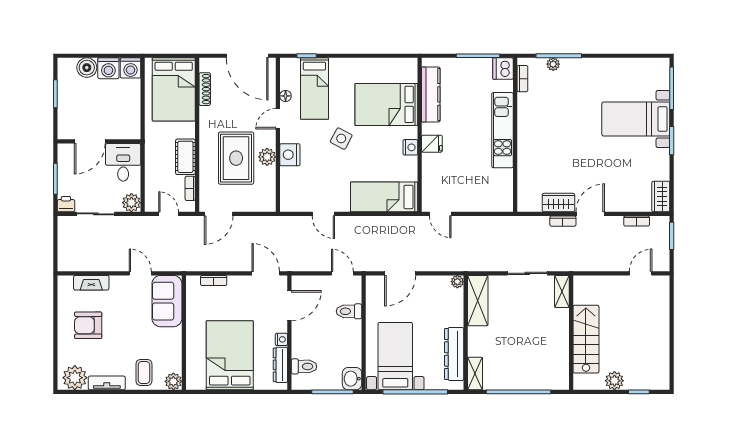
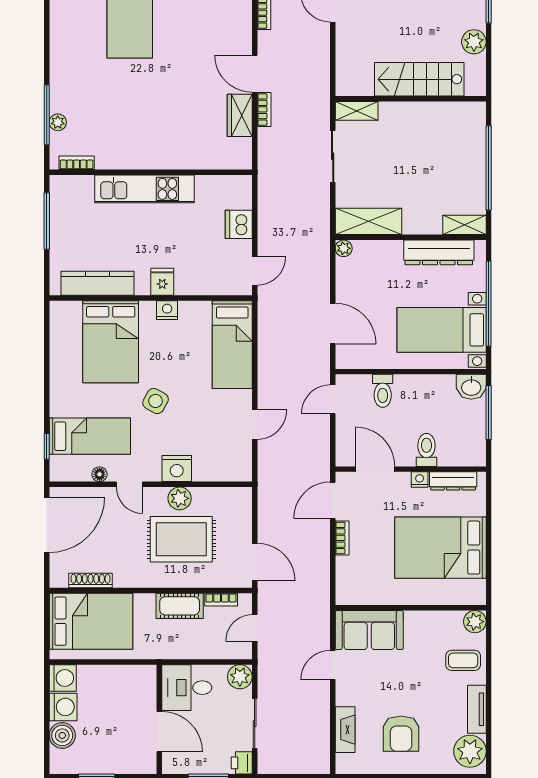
dishwasher: (503, 69) -> (239, 224), moved, turned 90
bookcase: (214, 280) -> (342, 538), moved
toilet: (304, 366) -> (426, 450), moved

